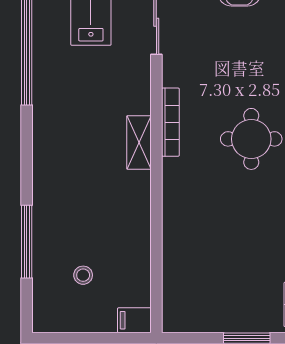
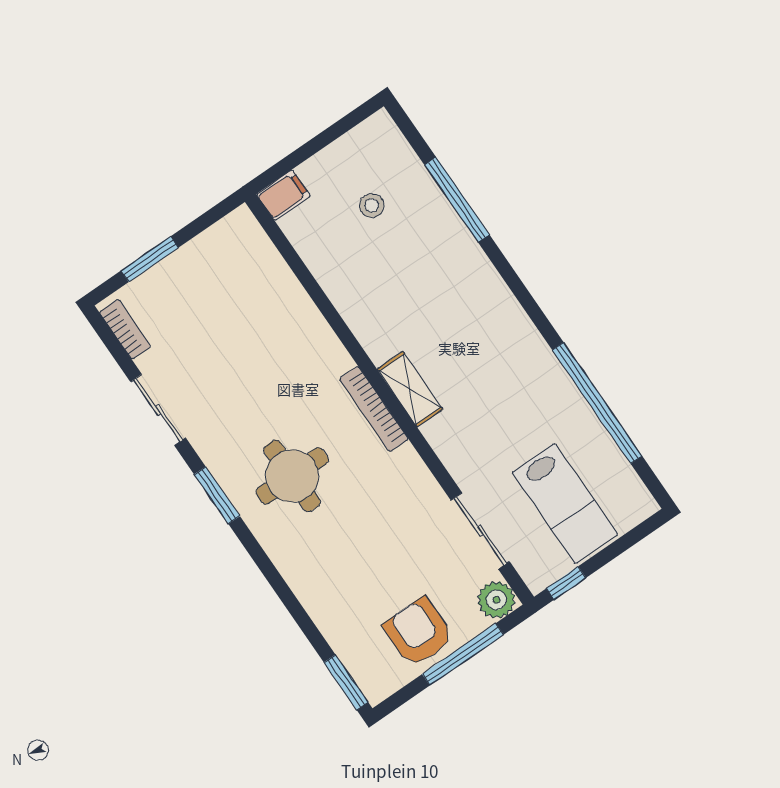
bookcase: (170, 122) -> (374, 409), moved

